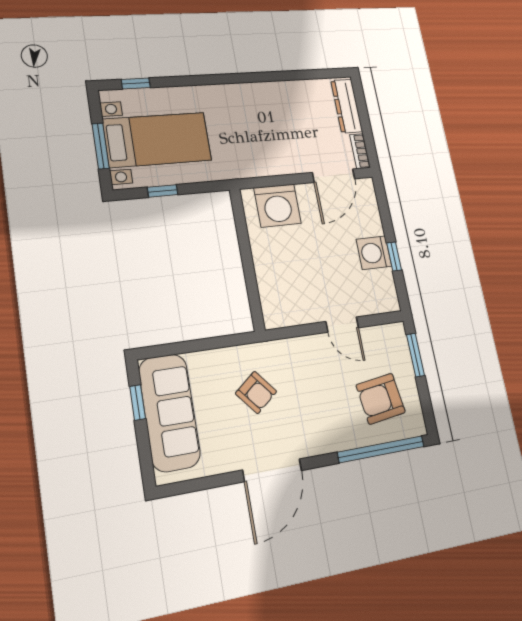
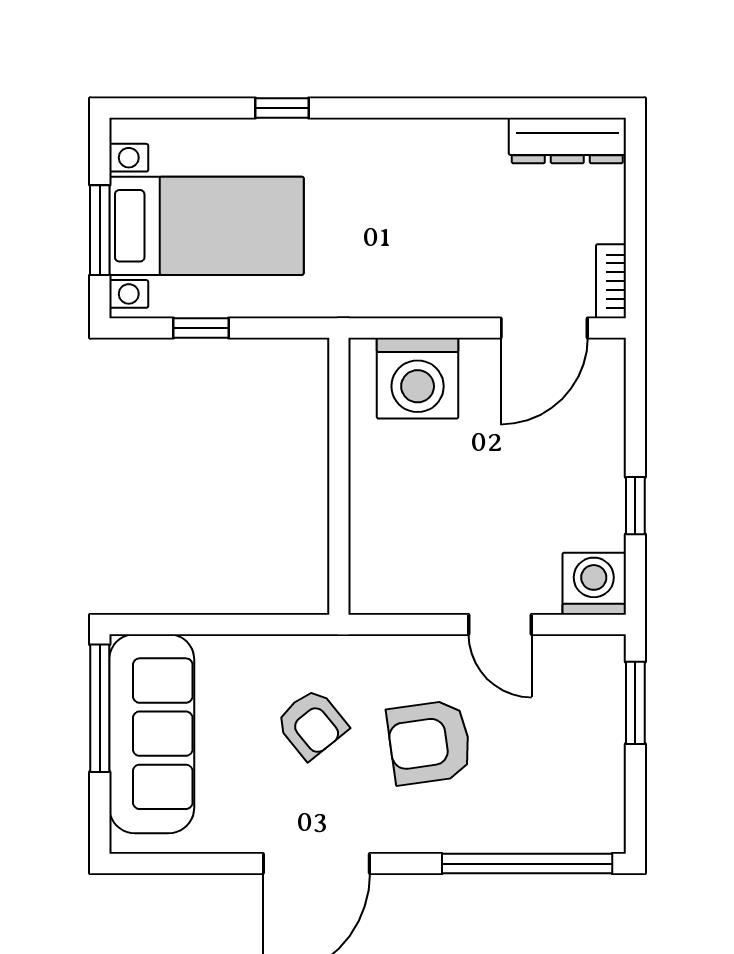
window: (136, 83) -> (282, 108), moved
dresser: (347, 106) -> (567, 140), moved, turned -90
washing machine: (374, 253) -> (594, 584), moved, turned 90
armchair: (381, 399) -> (429, 742), moved
window: (138, 402) -> (100, 708), width x2.17

